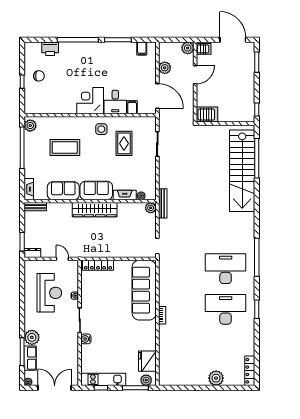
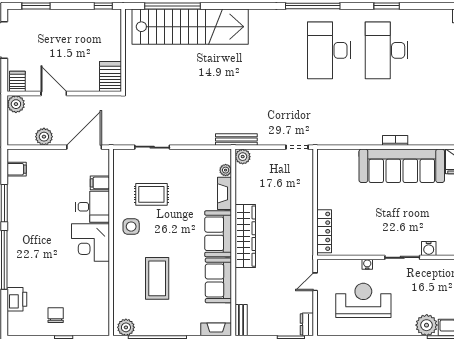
sofa: (144, 290) -> (402, 166), moved

